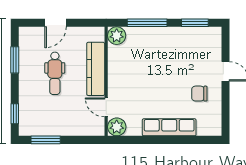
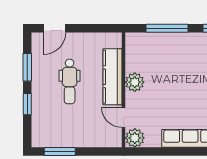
door: (56, 23) -> (54, 28), moved
plant: (117, 36) -> (135, 82), moved
window: (15, 114) -> (27, 104), moved

